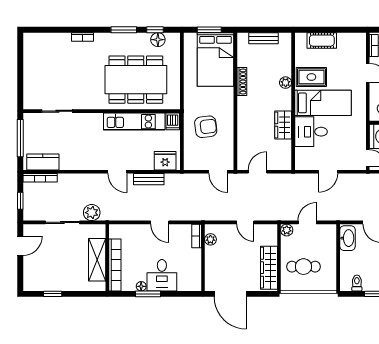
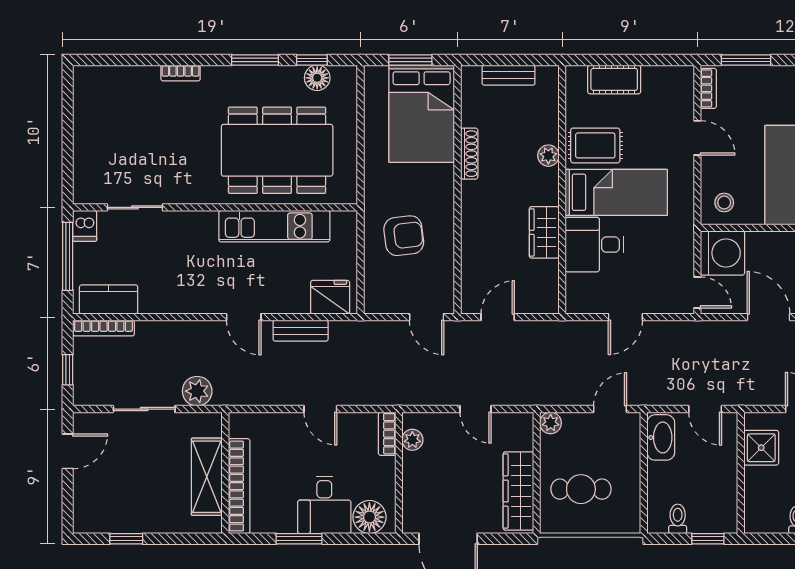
dishwasher: (173, 121) -> (85, 226), moved
door: (307, 222) -> (610, 409), moved
floor lamp: (141, 286) -> (369, 517), moved, width x1.89, depth x1.89

